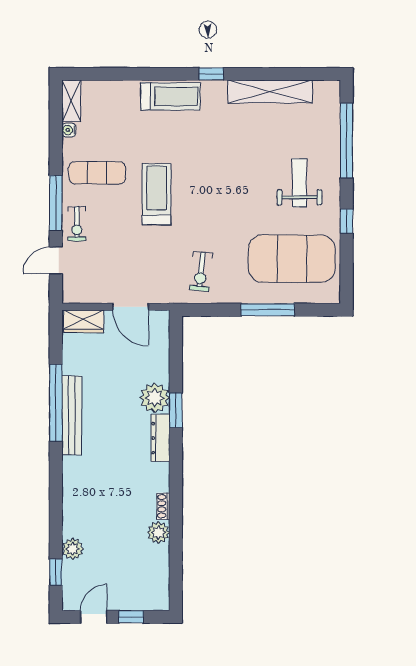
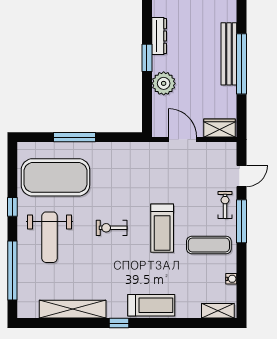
treadmill: (170, 96) -> (151, 305), turned 180
shelving: (71, 101) -> (218, 311), moved, turned 90
weight bench: (299, 183) -> (50, 237), width x1.36, depth x1.33
exercise bike: (201, 271) -> (112, 228), moved, turned -96
plant: (155, 398) -> (164, 83), moved

